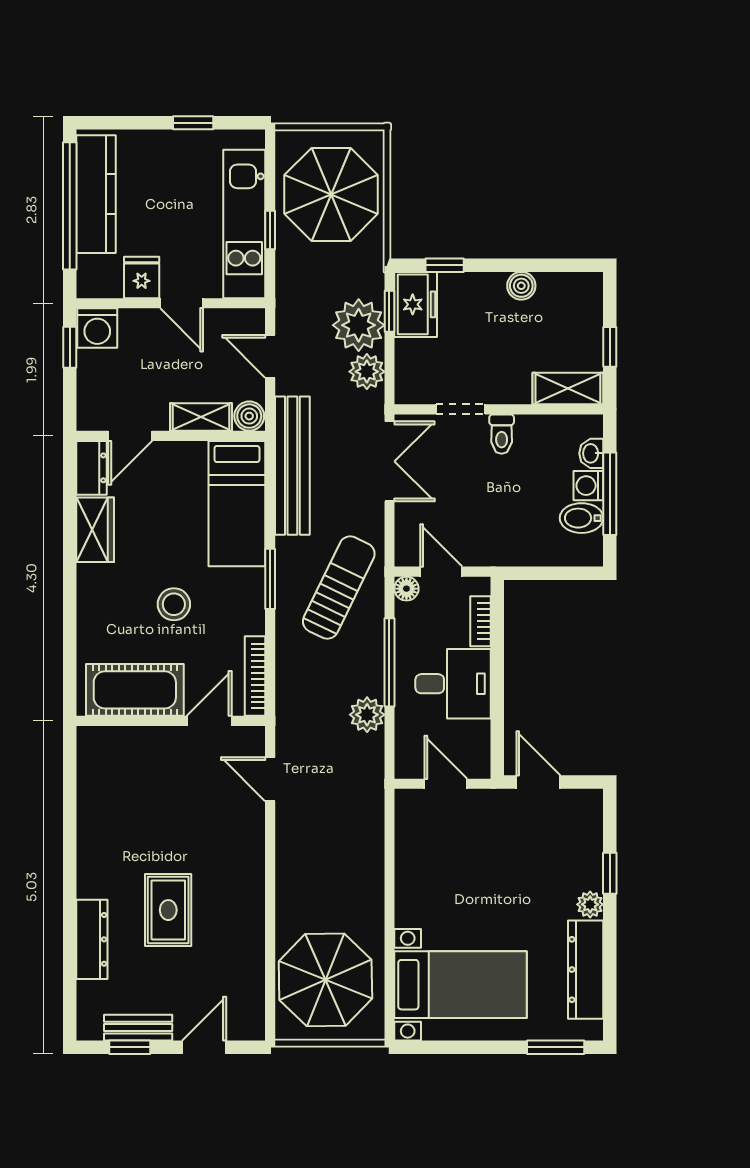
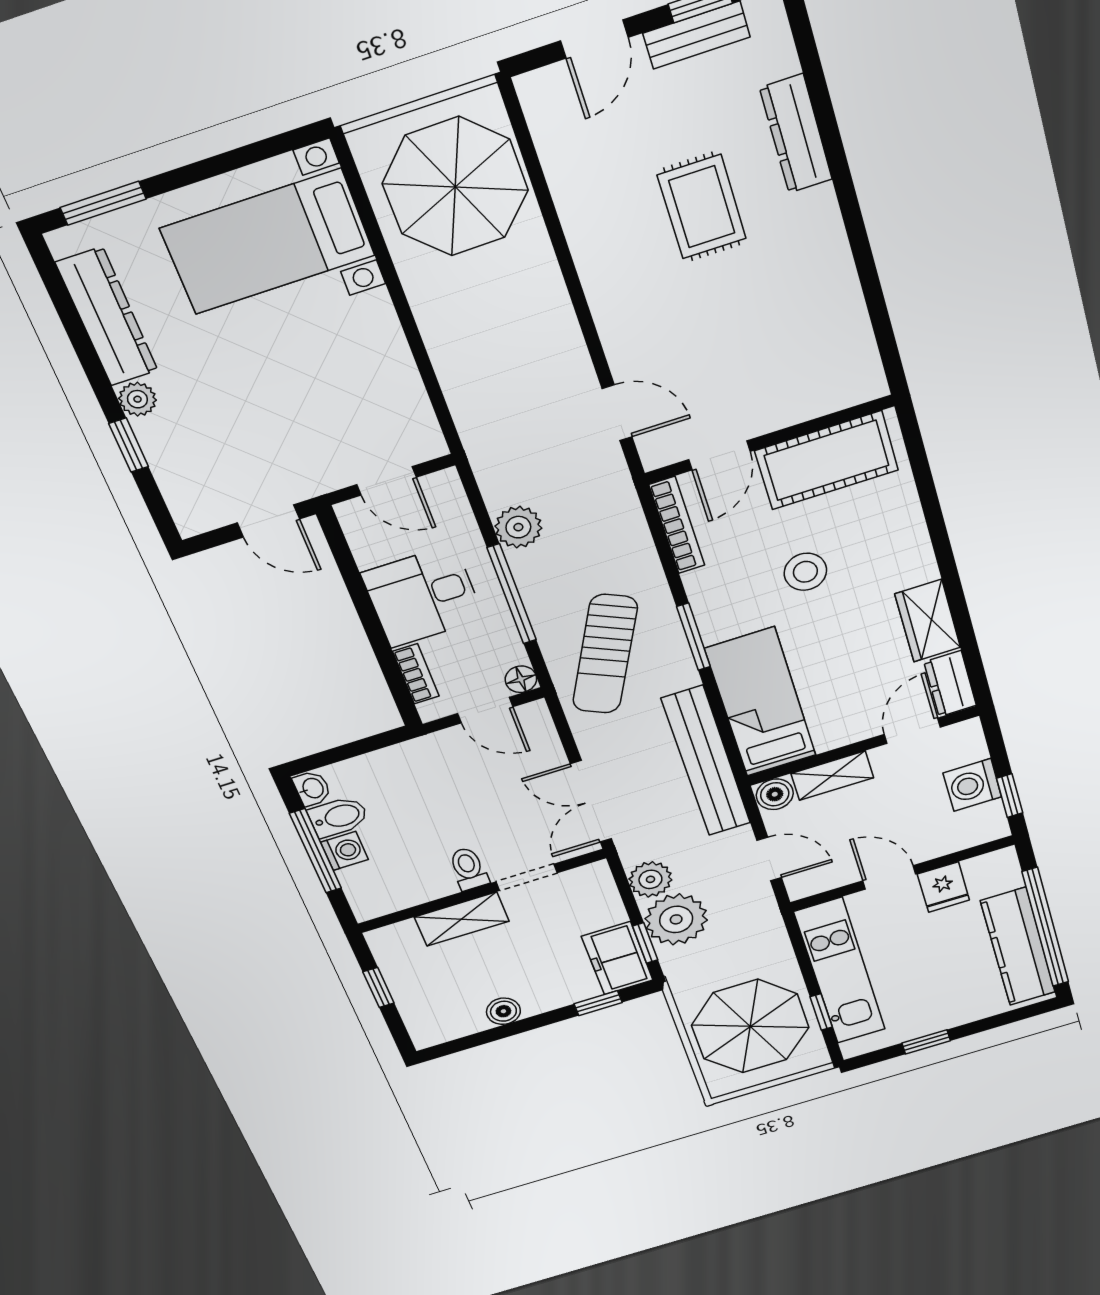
window: (270, 230) -> (821, 1012), moved
washing machine: (97, 328) -> (972, 785), moved, turned -90
shelving: (568, 388) -> (462, 919), moved
washbasin: (591, 453) -> (312, 788), moved

